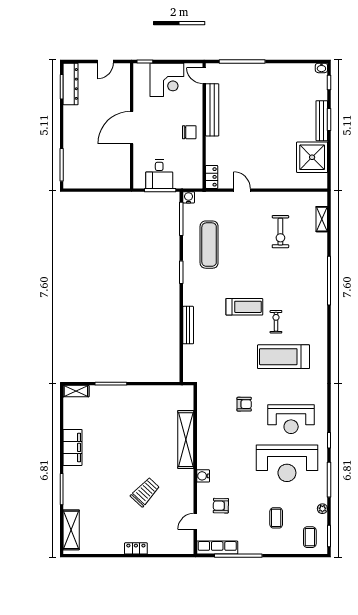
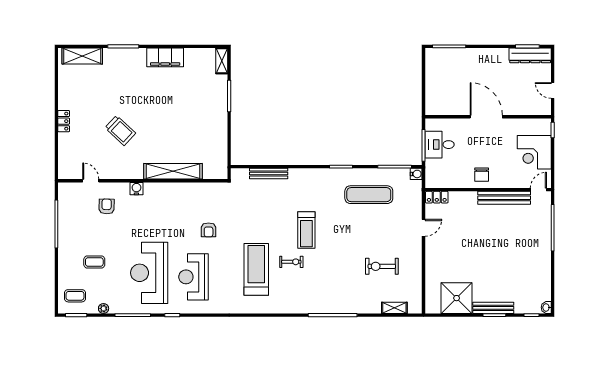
bench: (188, 325) -> (269, 174), moved
row of seats: (217, 548) -> (65, 203), removed

